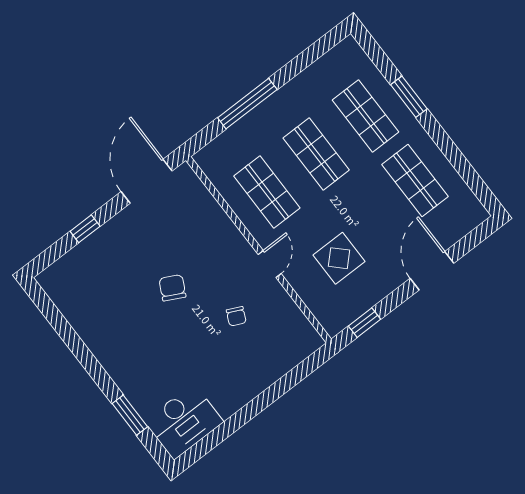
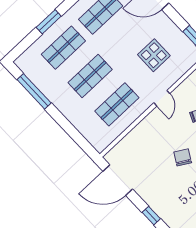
window: (247, 104) -> (34, 91), moved
door: (270, 264) -> (162, 98), swing flipped
chair: (172, 288) -> (183, 157), turned 93

